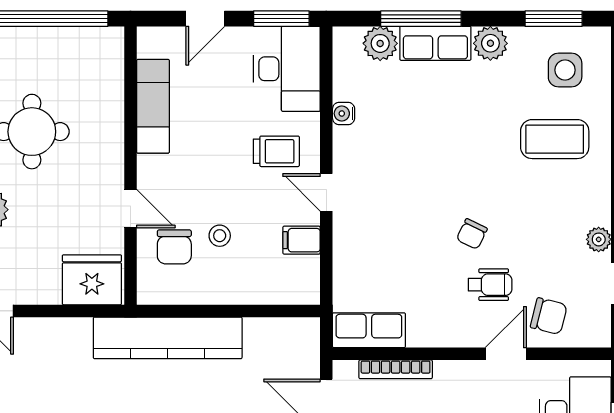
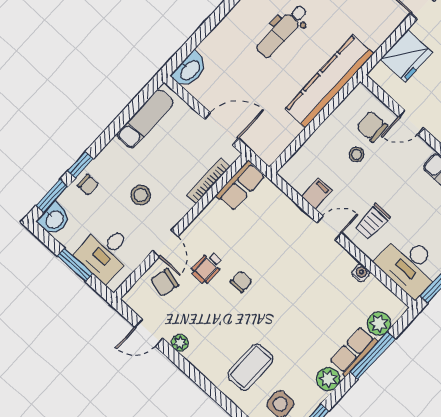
chair: (472, 234) -> (241, 282), turned 64
fridge: (92, 280) -> (406, 56), moved

